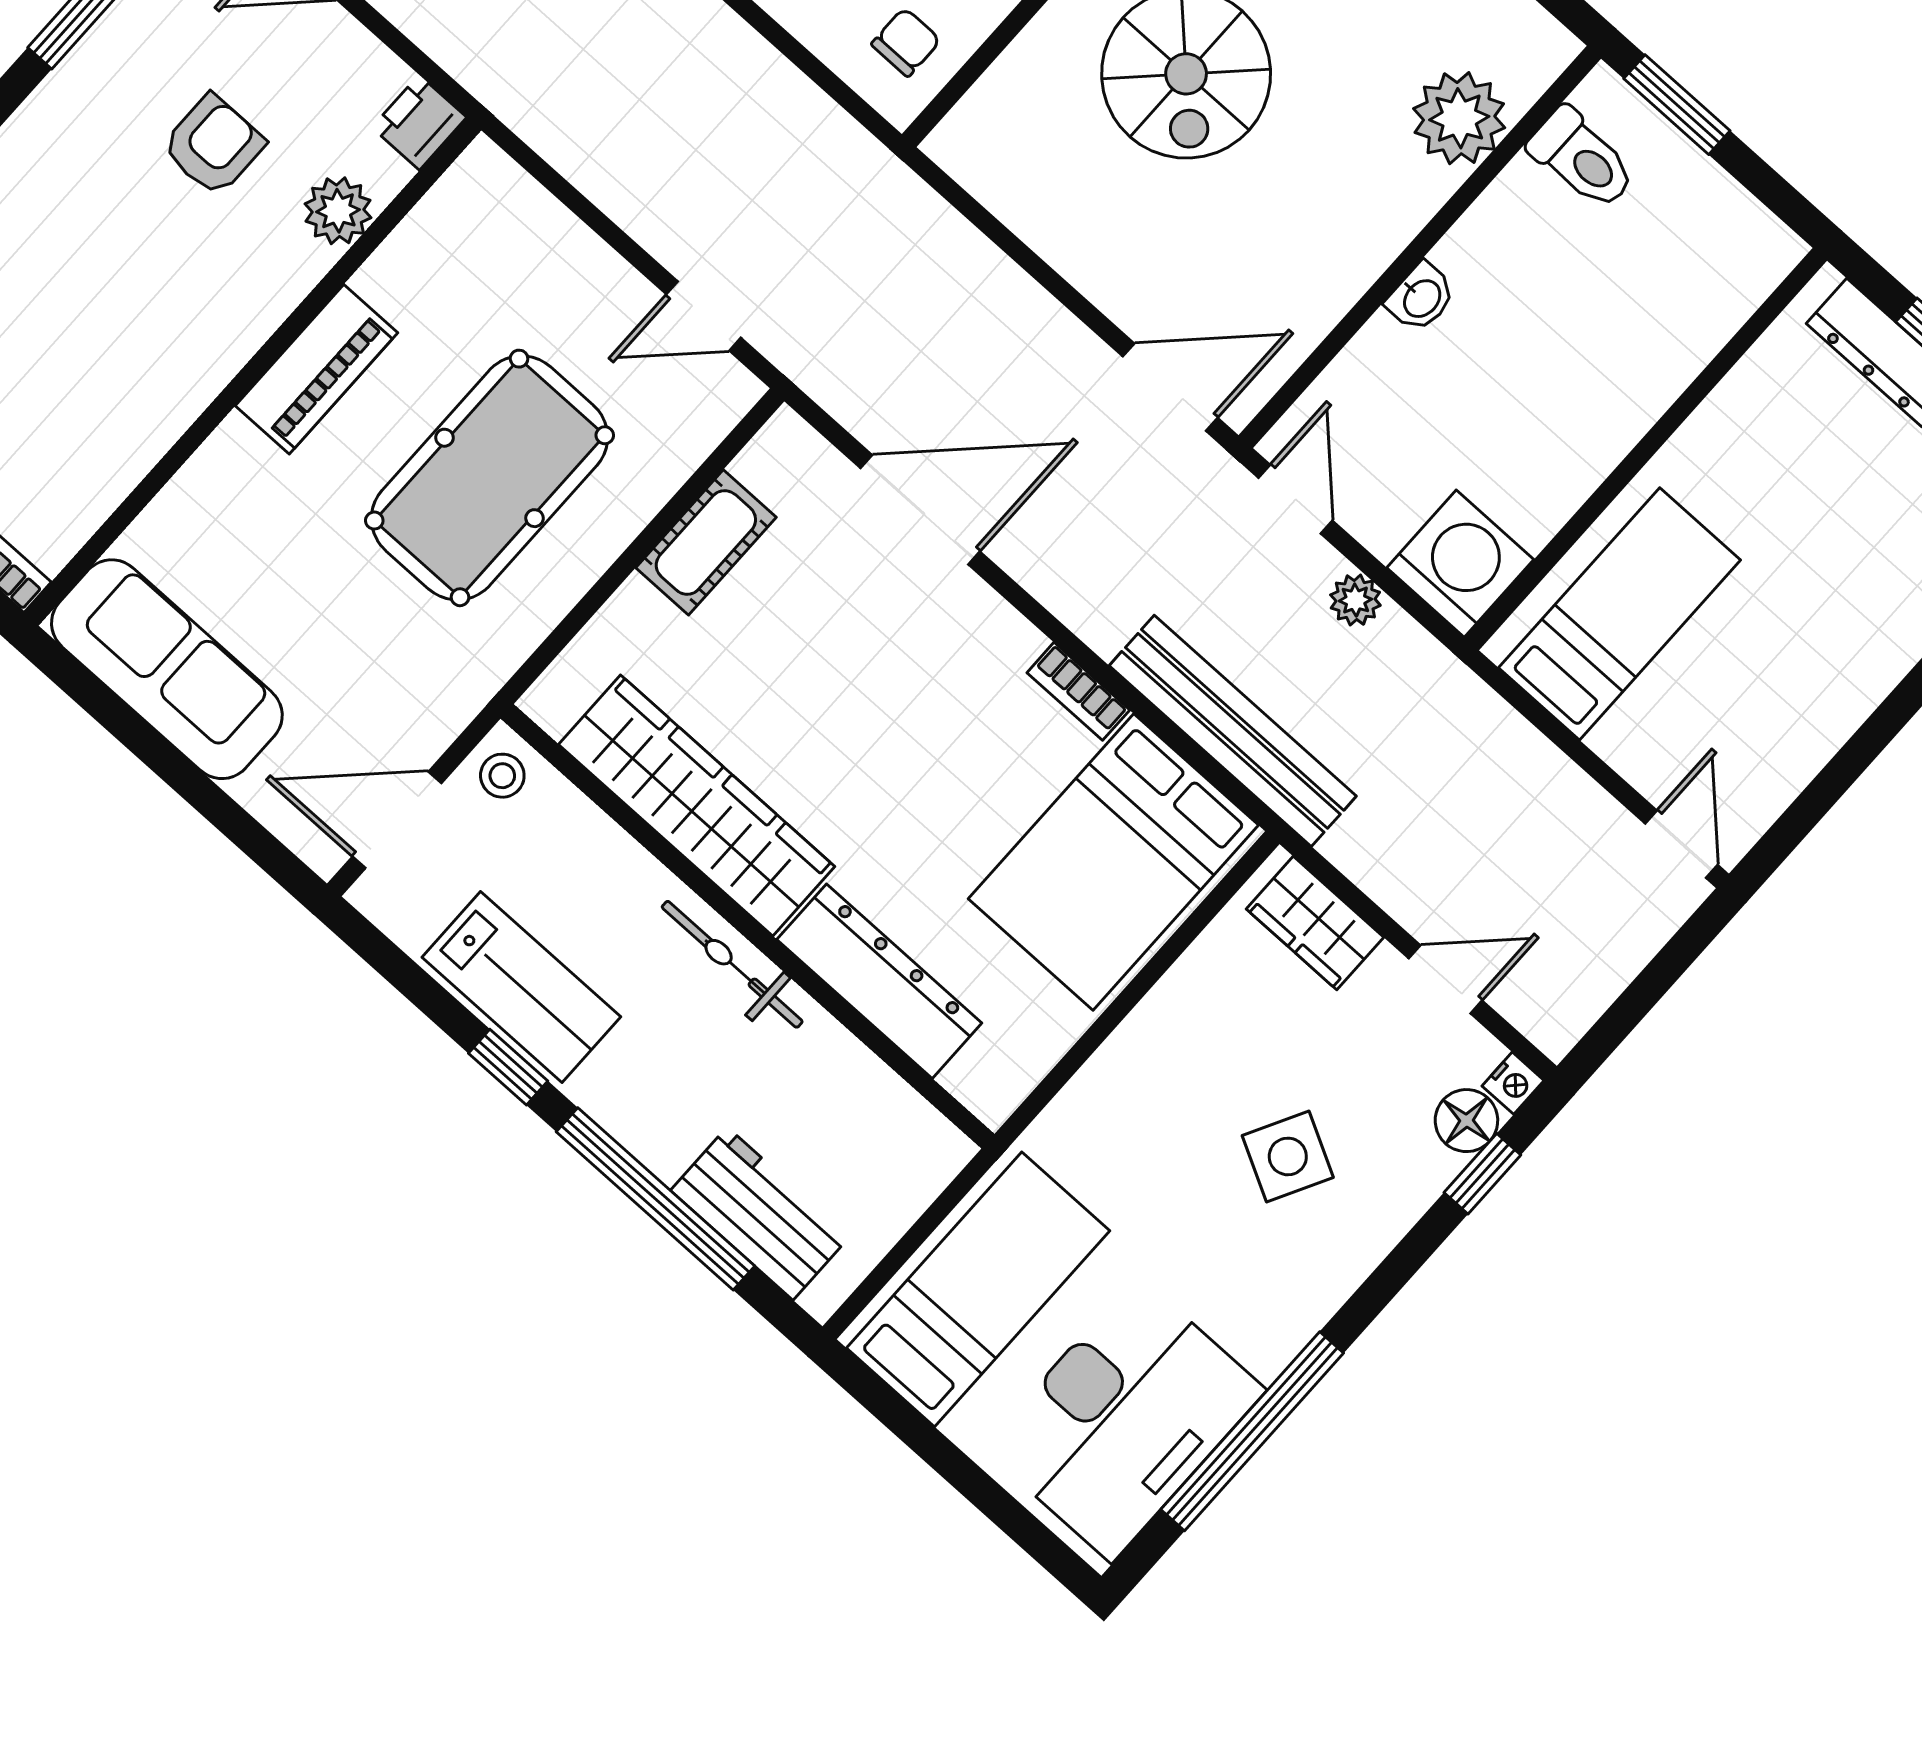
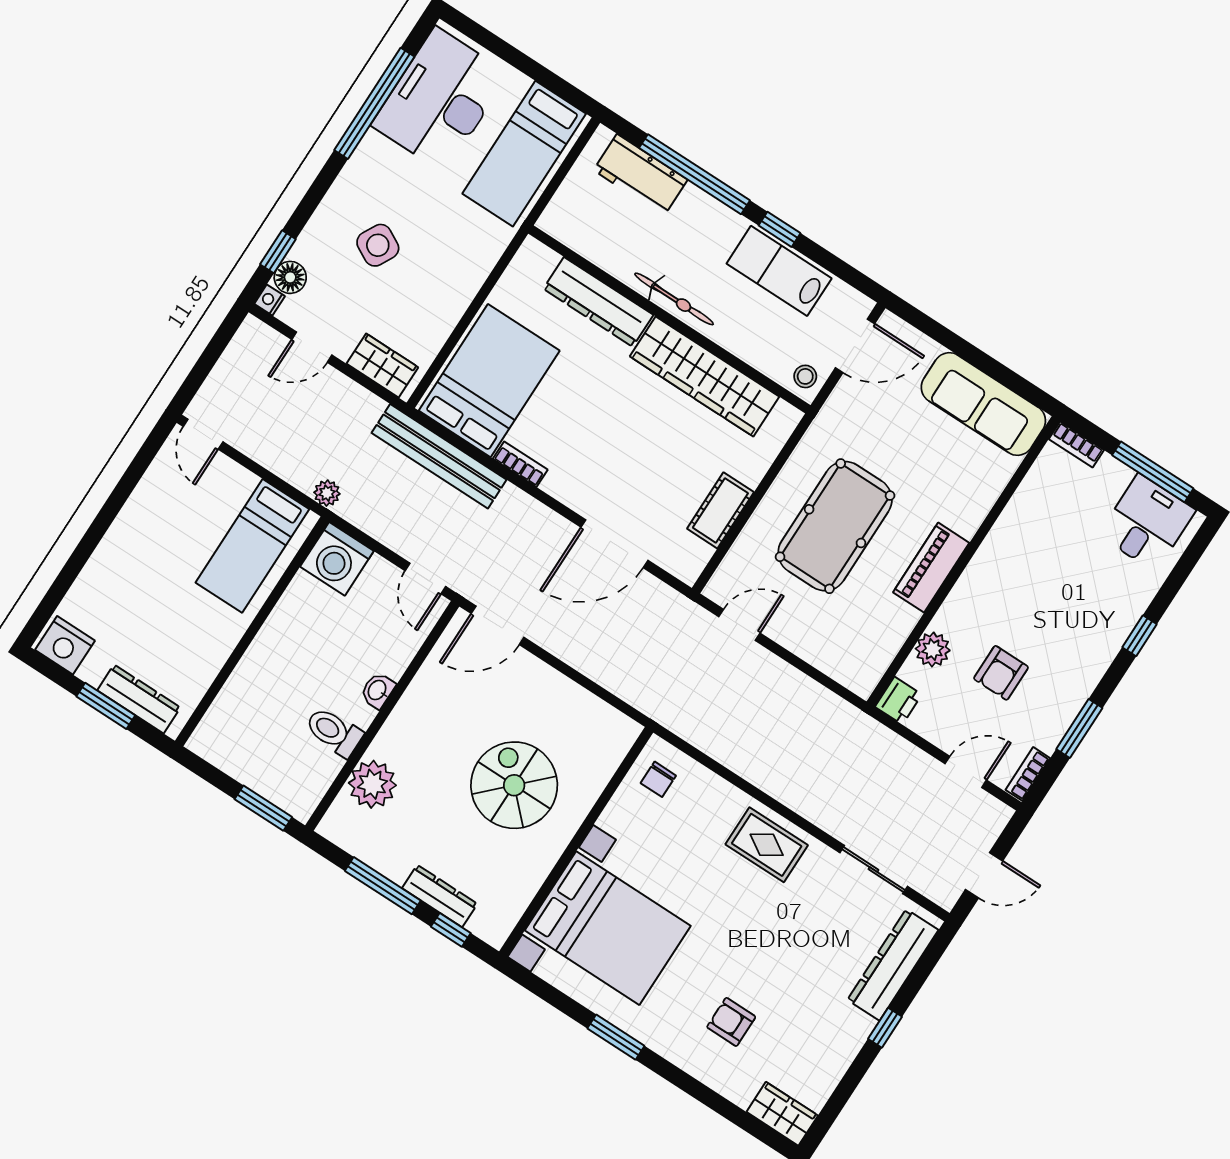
toilet: (1582, 159) -> (334, 732), moved
plant: (1355, 600) -> (327, 493), moved

